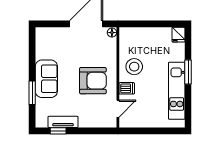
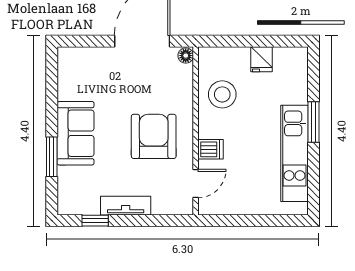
fridge: (178, 35) -> (262, 59), moved
stool: (134, 67) -> (222, 94), moved
armchair: (93, 81) -> (154, 136), turned -90
tv unit: (63, 122) -> (126, 206), moved

